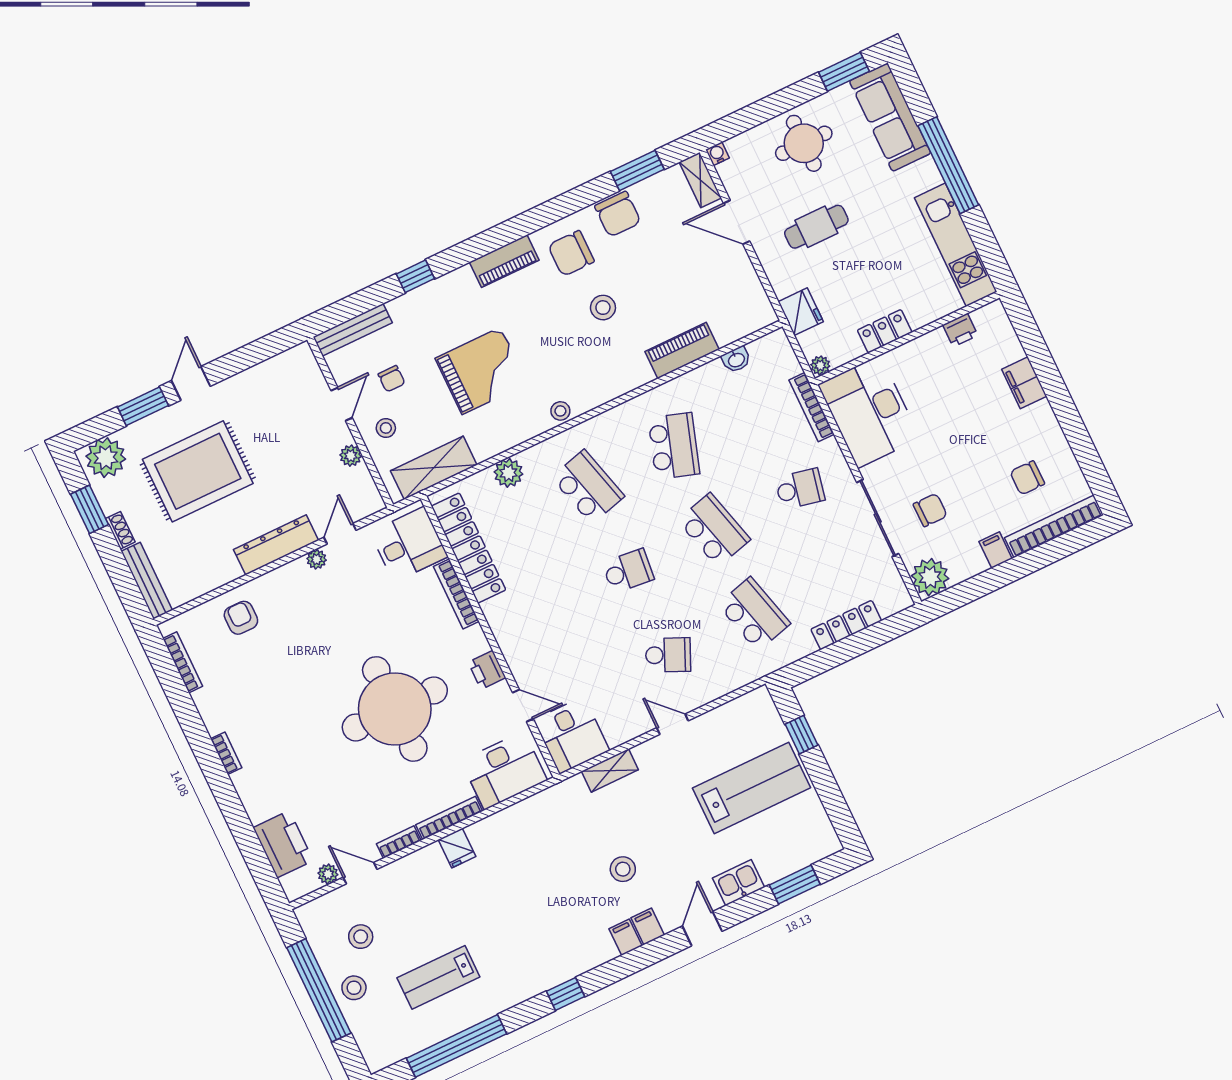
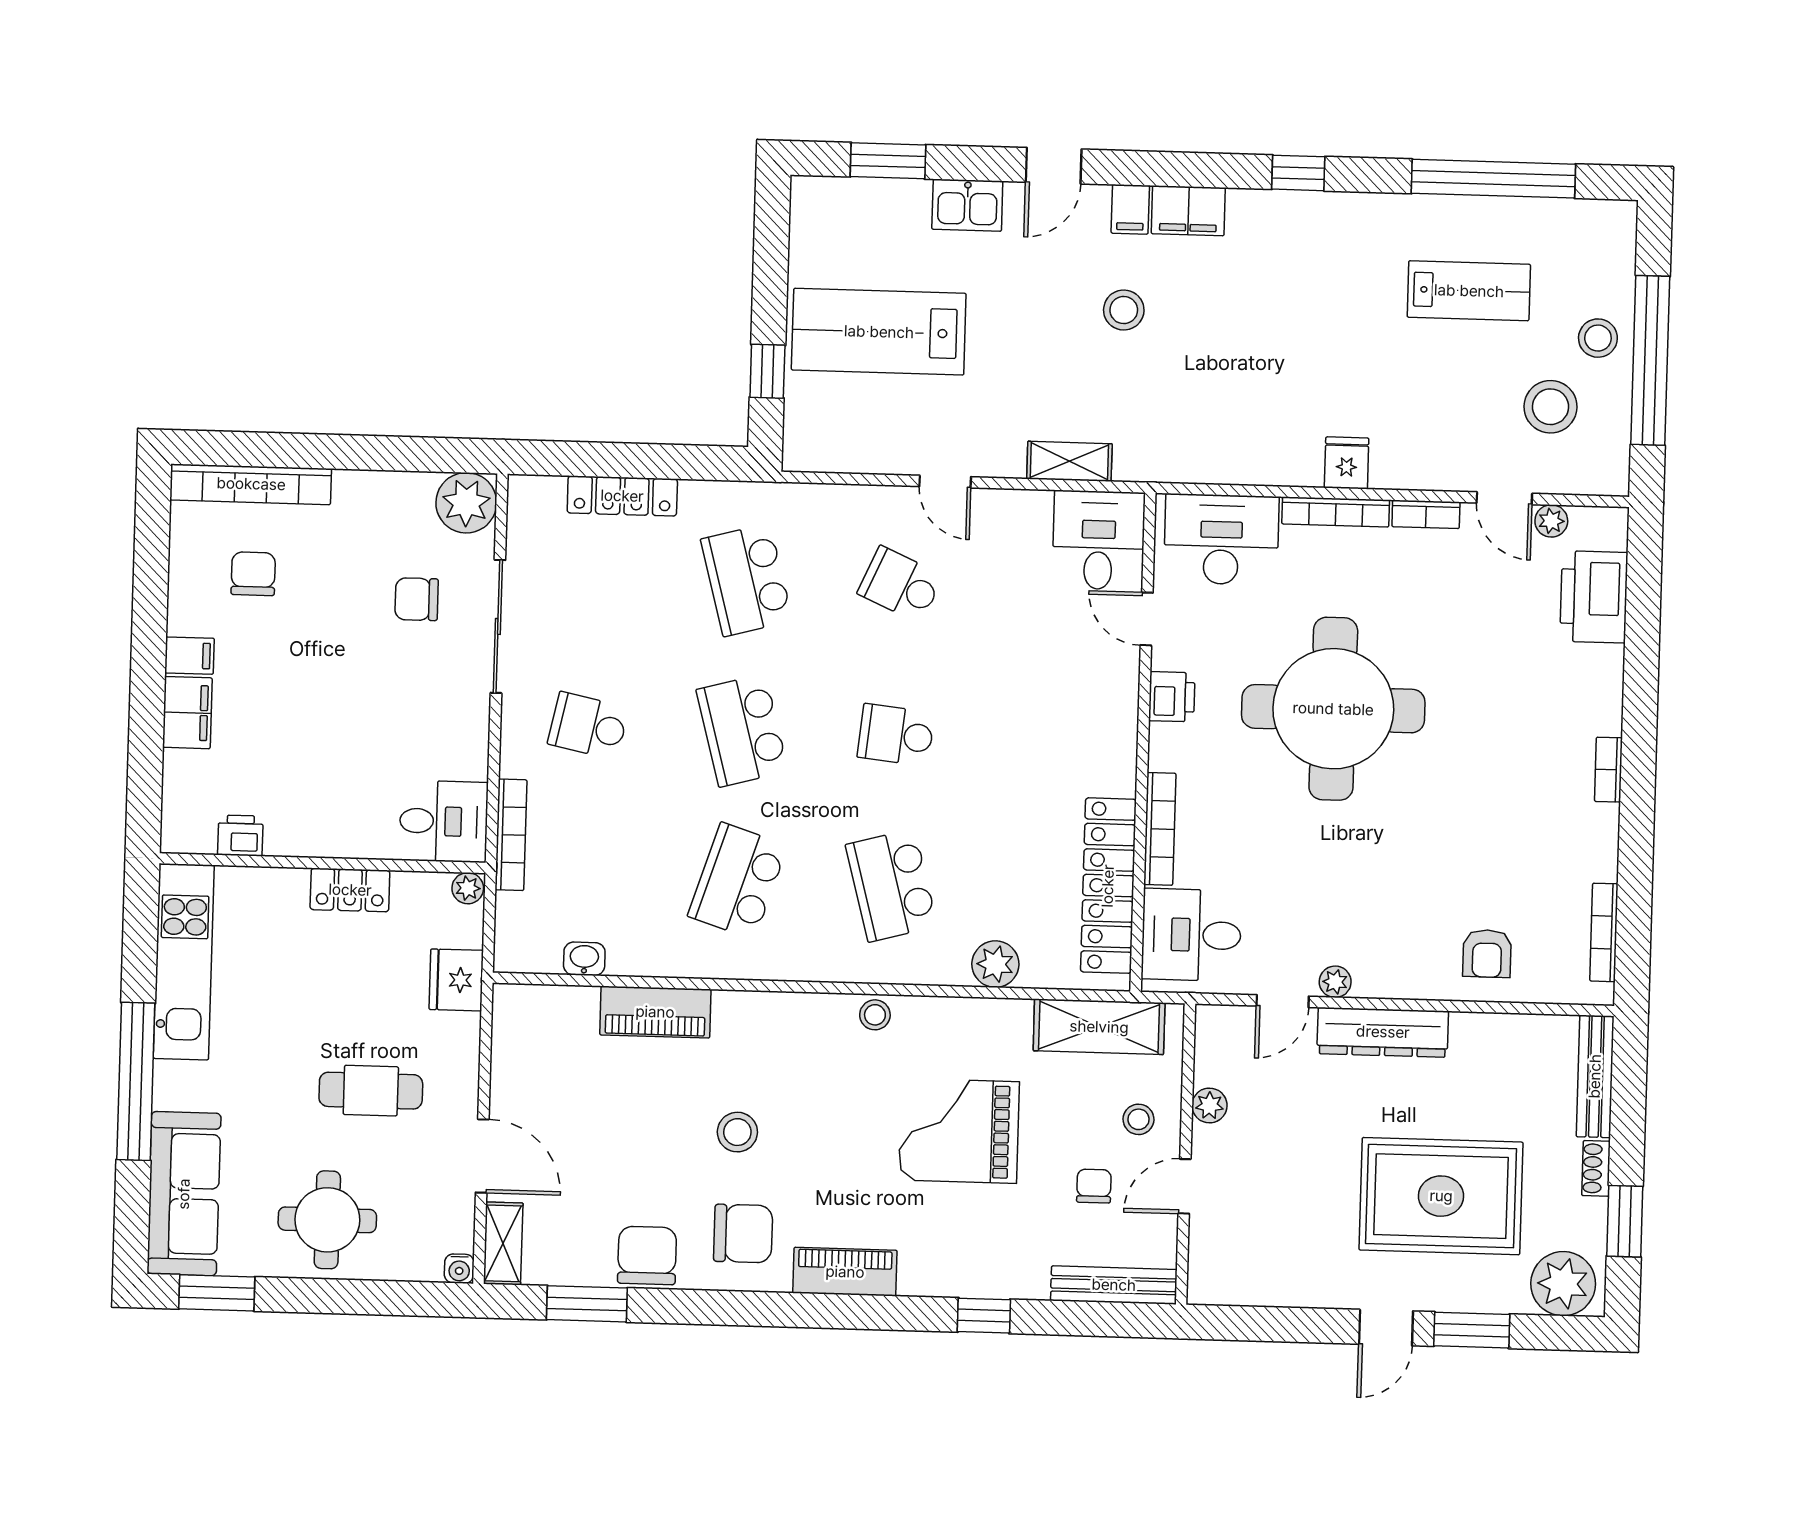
desk: (869, 412) -> (444, 821), width x0.53, depth x0.77
chair: (1027, 478) -> (253, 574), turned -90
filing cabinet: (996, 550) -> (190, 656), moved, turned -90
stool: (361, 937) -> (1551, 407), width x1.38, depth x1.38
filing cabinet: (626, 937) -> (1188, 211), width x2.00

